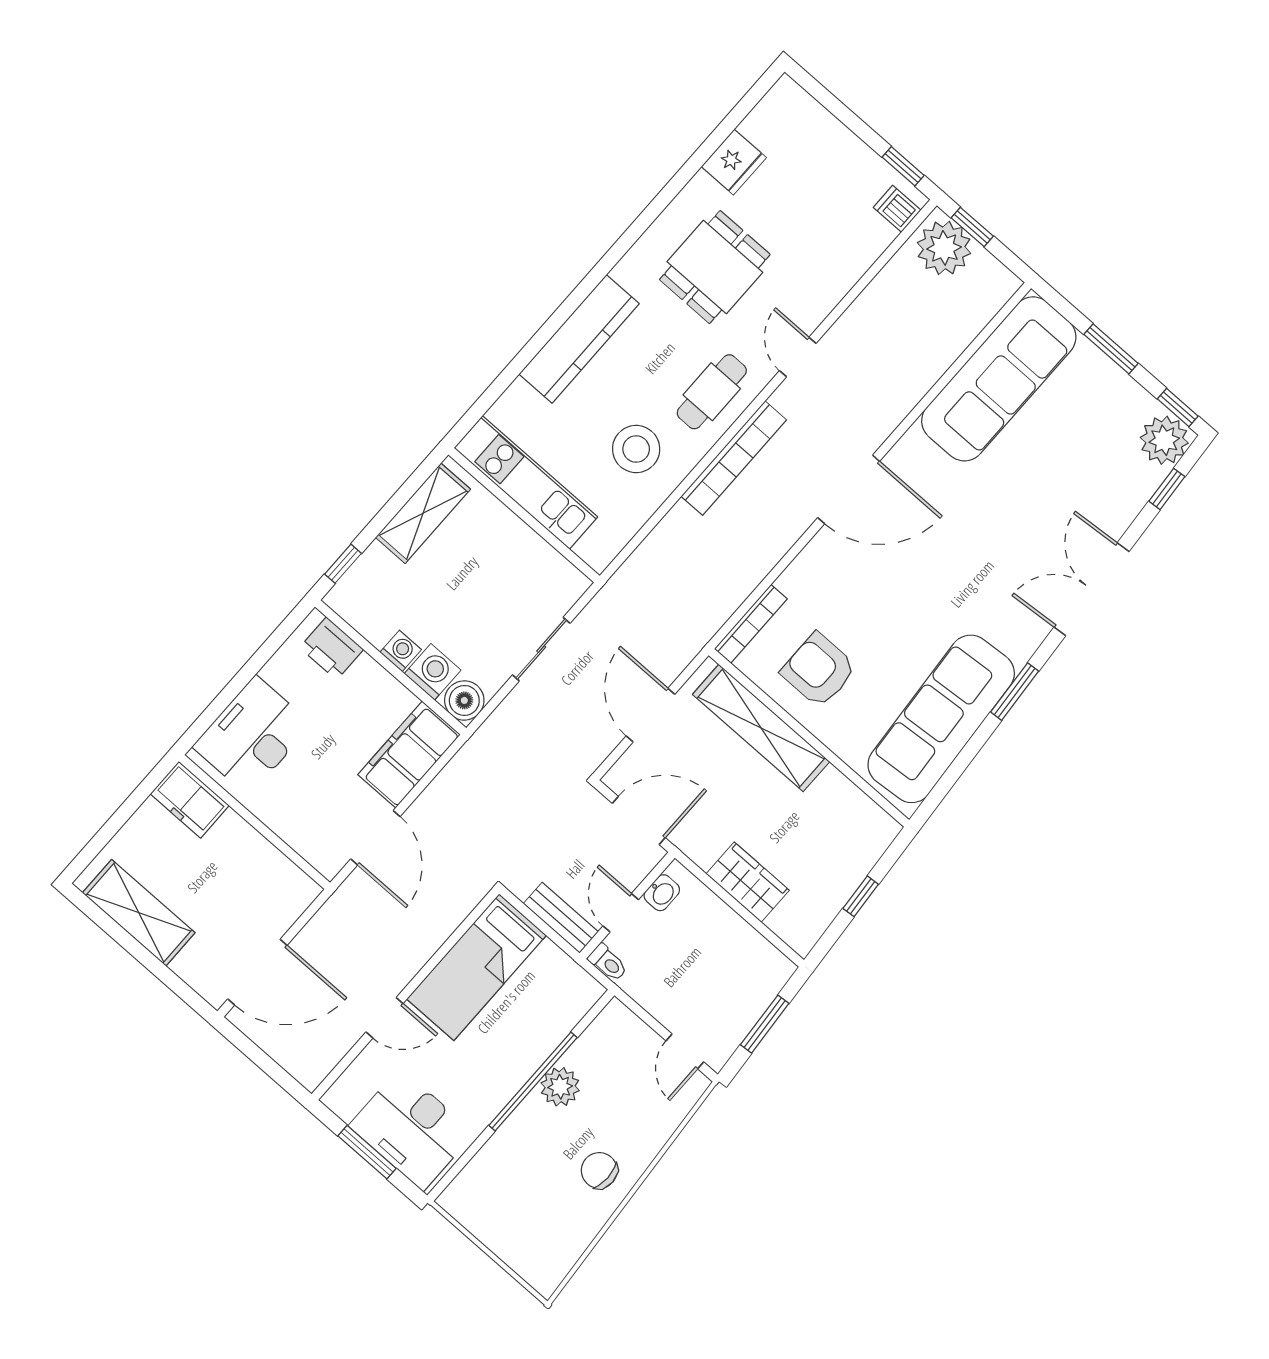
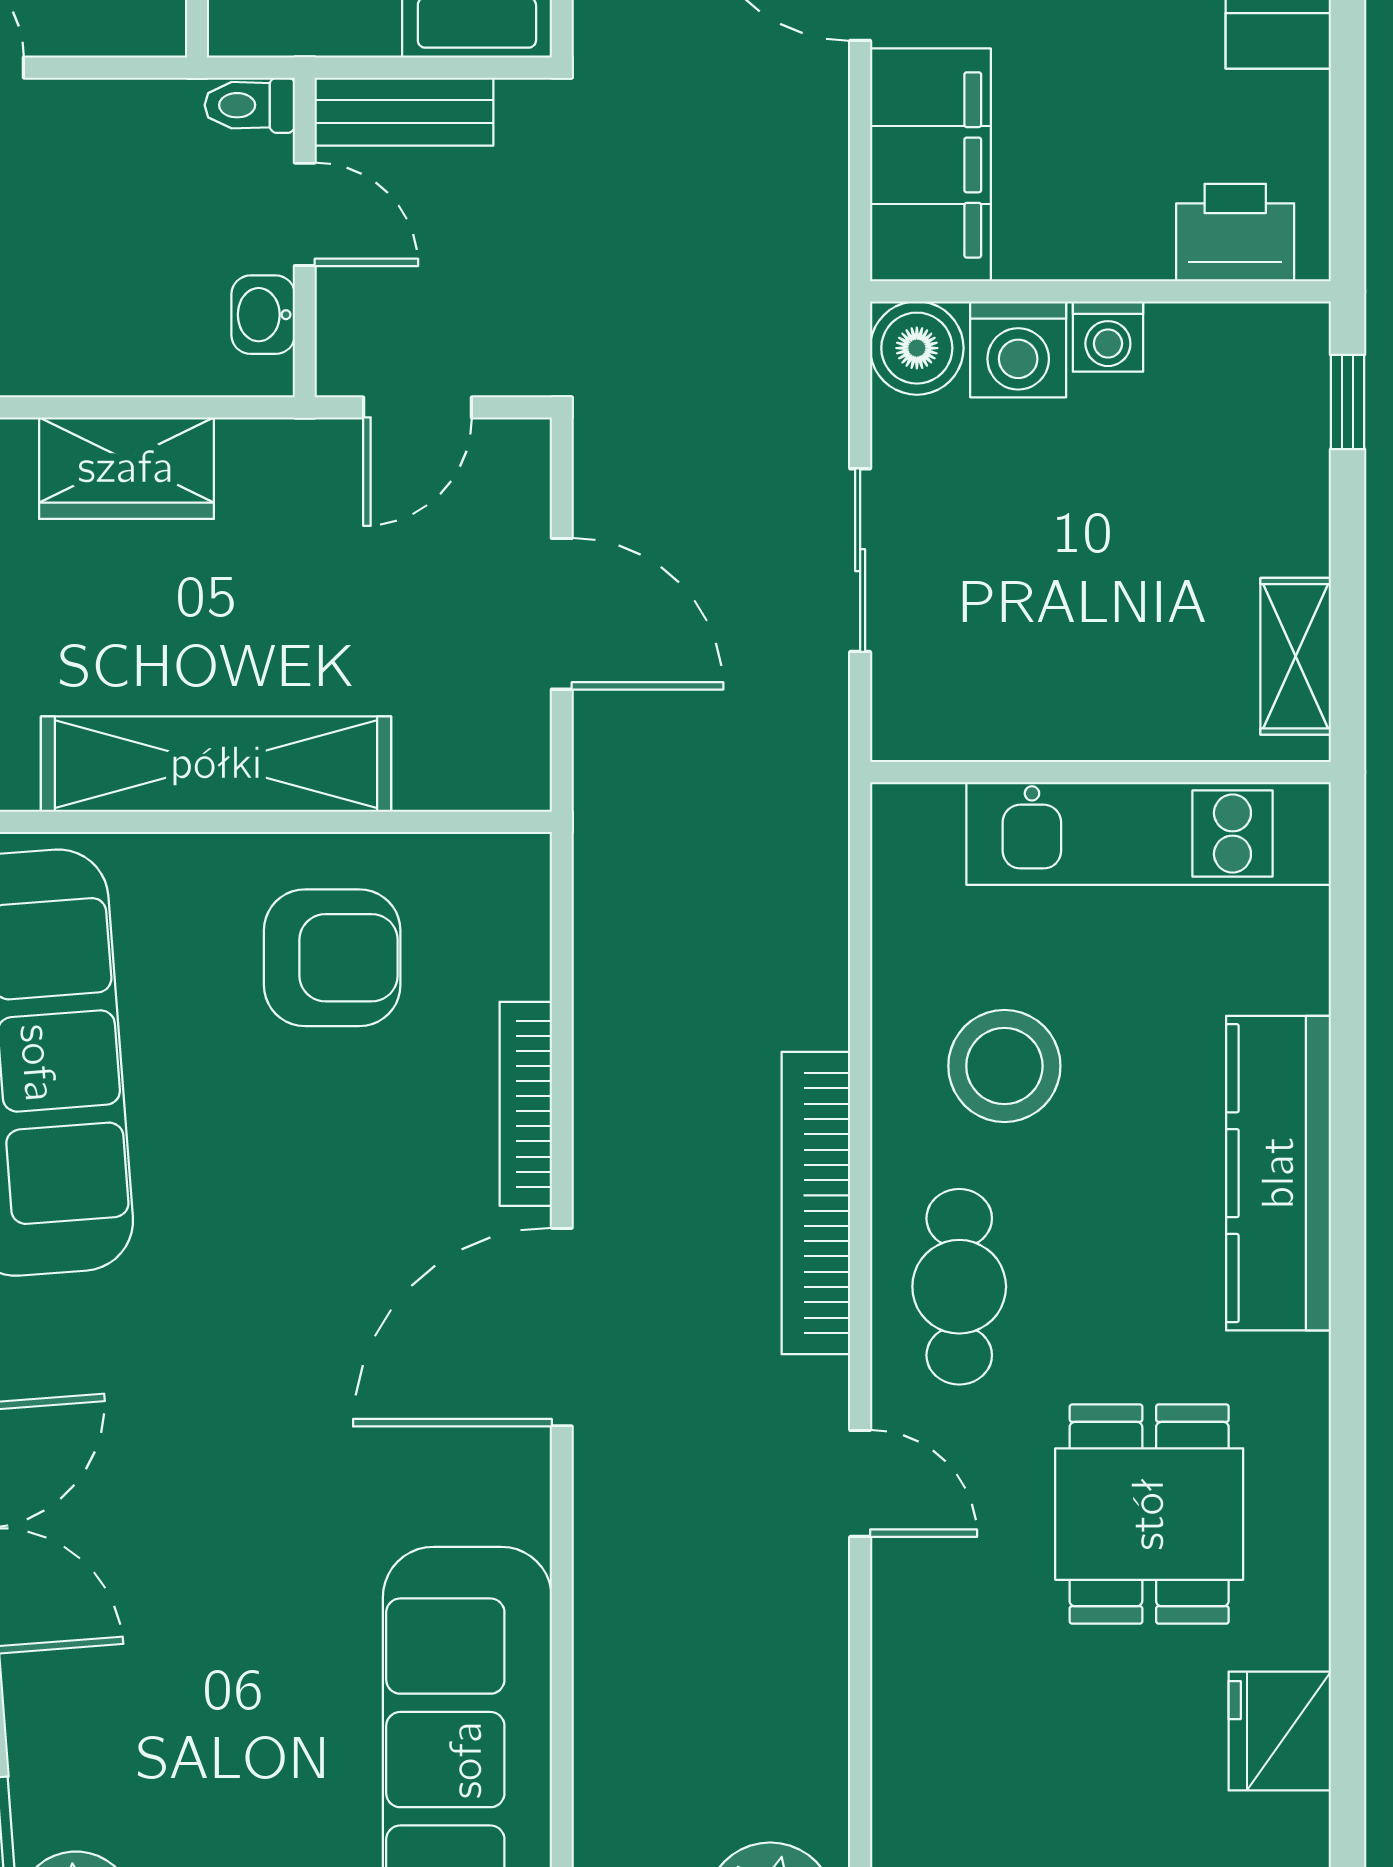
shelving: (423, 513) -> (1296, 656), width x0.67, depth x0.75
bookcase: (751, 624) -> (526, 1104), moved
shelving: (761, 728) -> (216, 764), moved
door: (639, 820) -> (418, 407), width x0.73

